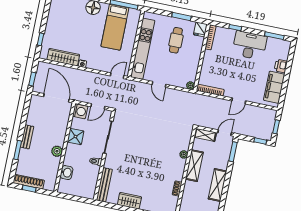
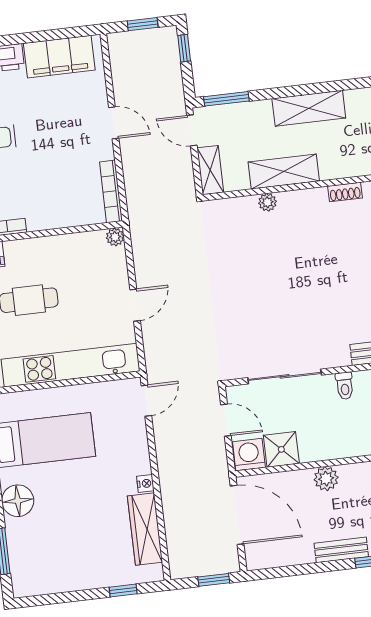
door: (117, 76) -> (146, 401), swing flipped
door: (56, 98) -> (237, 515), swing flipped
shower: (75, 137) -> (281, 449), moved
plant: (57, 151) -> (326, 479), moved

